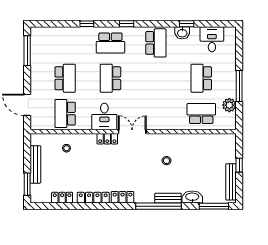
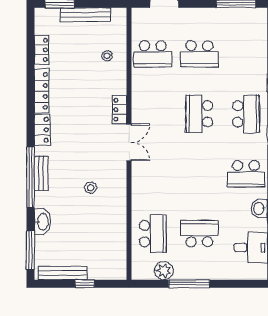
school desk: (110, 43) -> (246, 114), turned 180
school desk: (110, 78) -> (199, 114), turned -90
school desk: (65, 114) -> (153, 54), turned 180
desk: (104, 116) -> (149, 106), removed
bench: (168, 198) -> (41, 173), moved

